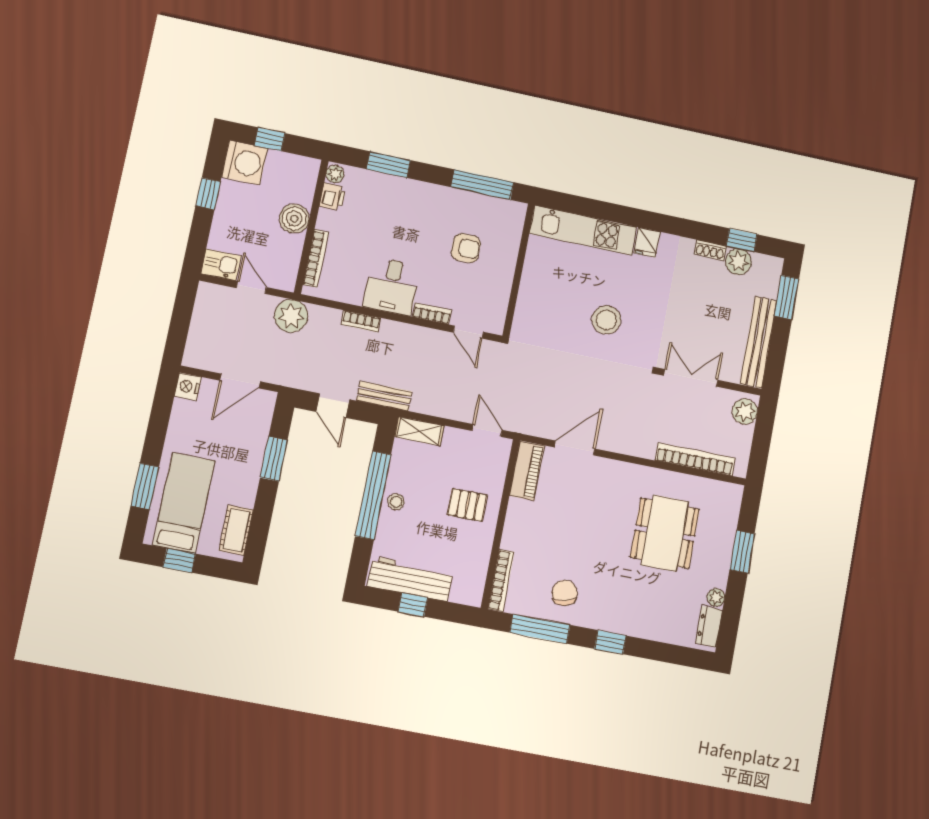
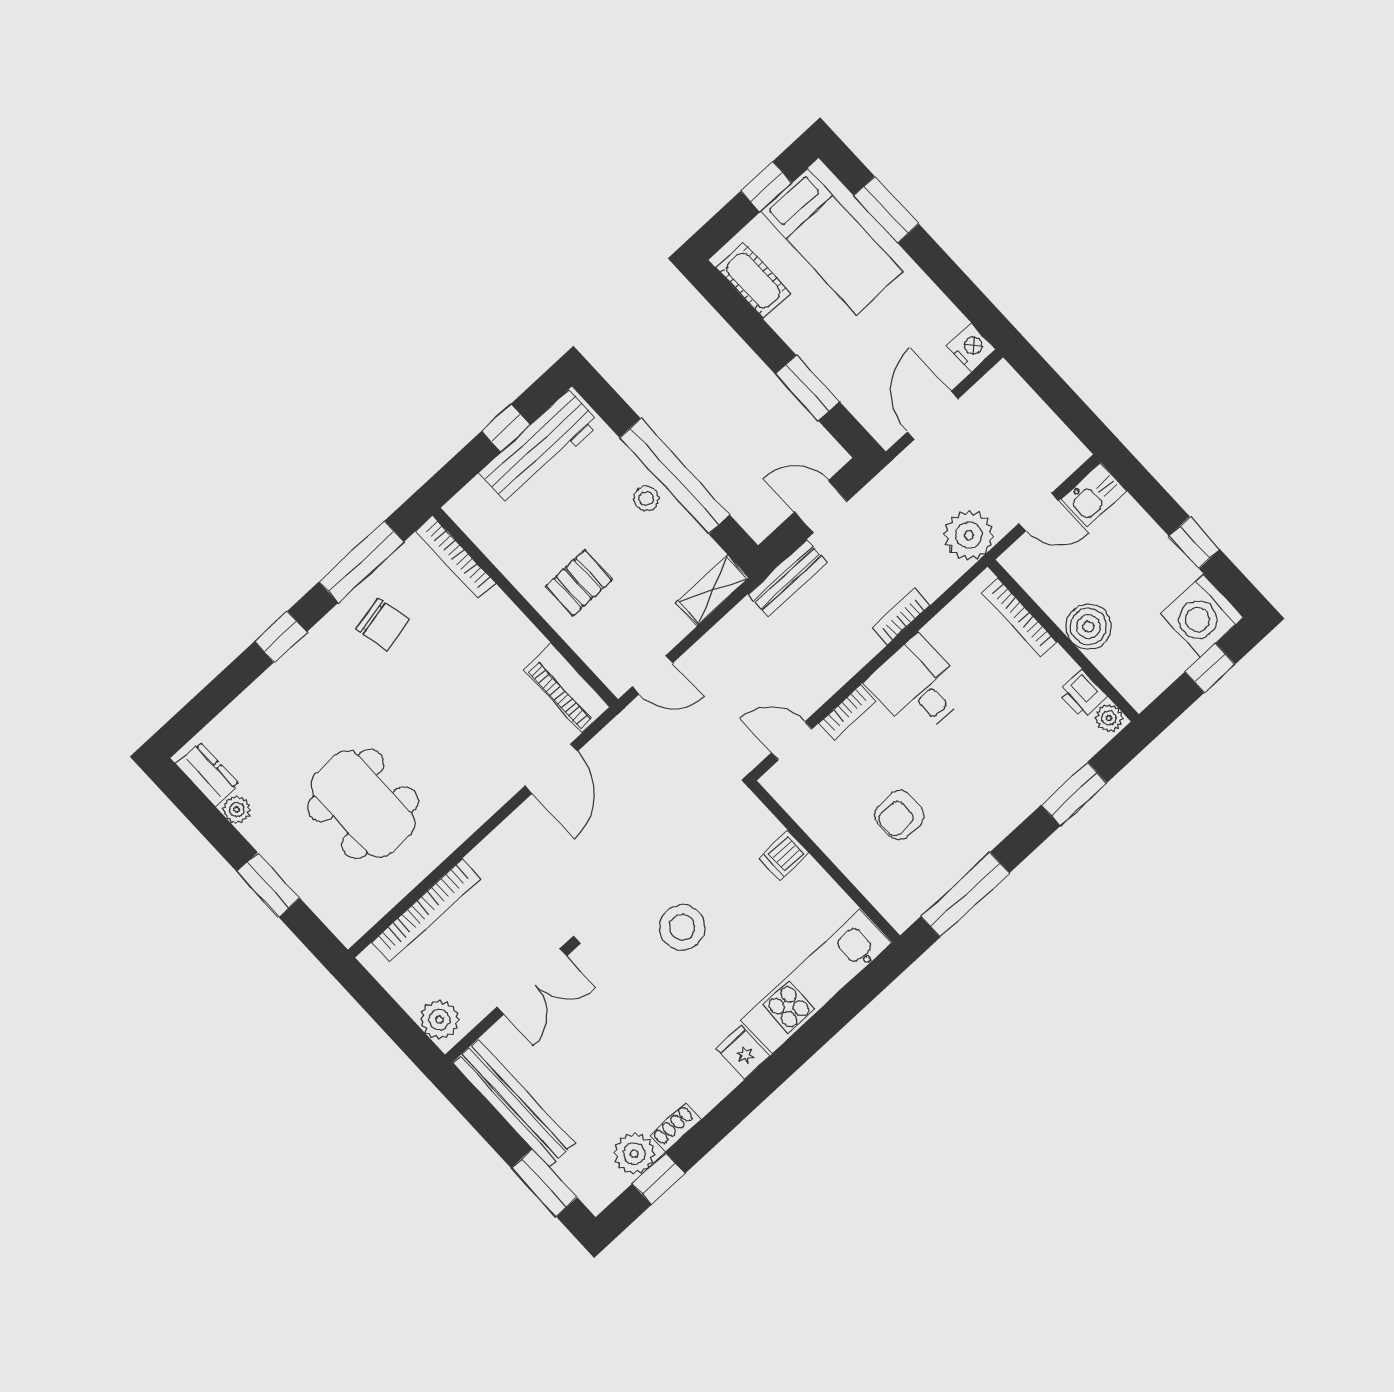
dishwasher: (531, 293) -> (784, 856), added

